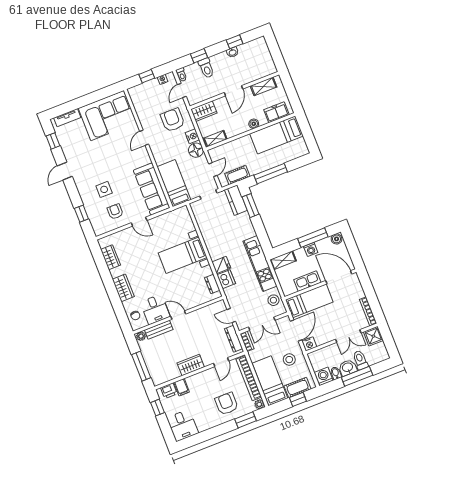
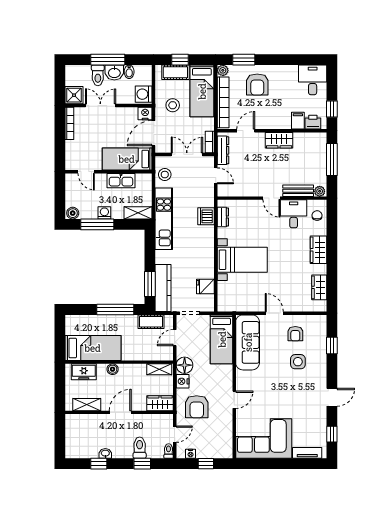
kitchen counter: (236, 200) -> (163, 288), width x1.50
fridge: (221, 265) -> (205, 286), moved
door: (339, 277) -> (86, 172), width x0.53
washing machine: (324, 376) -> (144, 94), moved, turned 90

